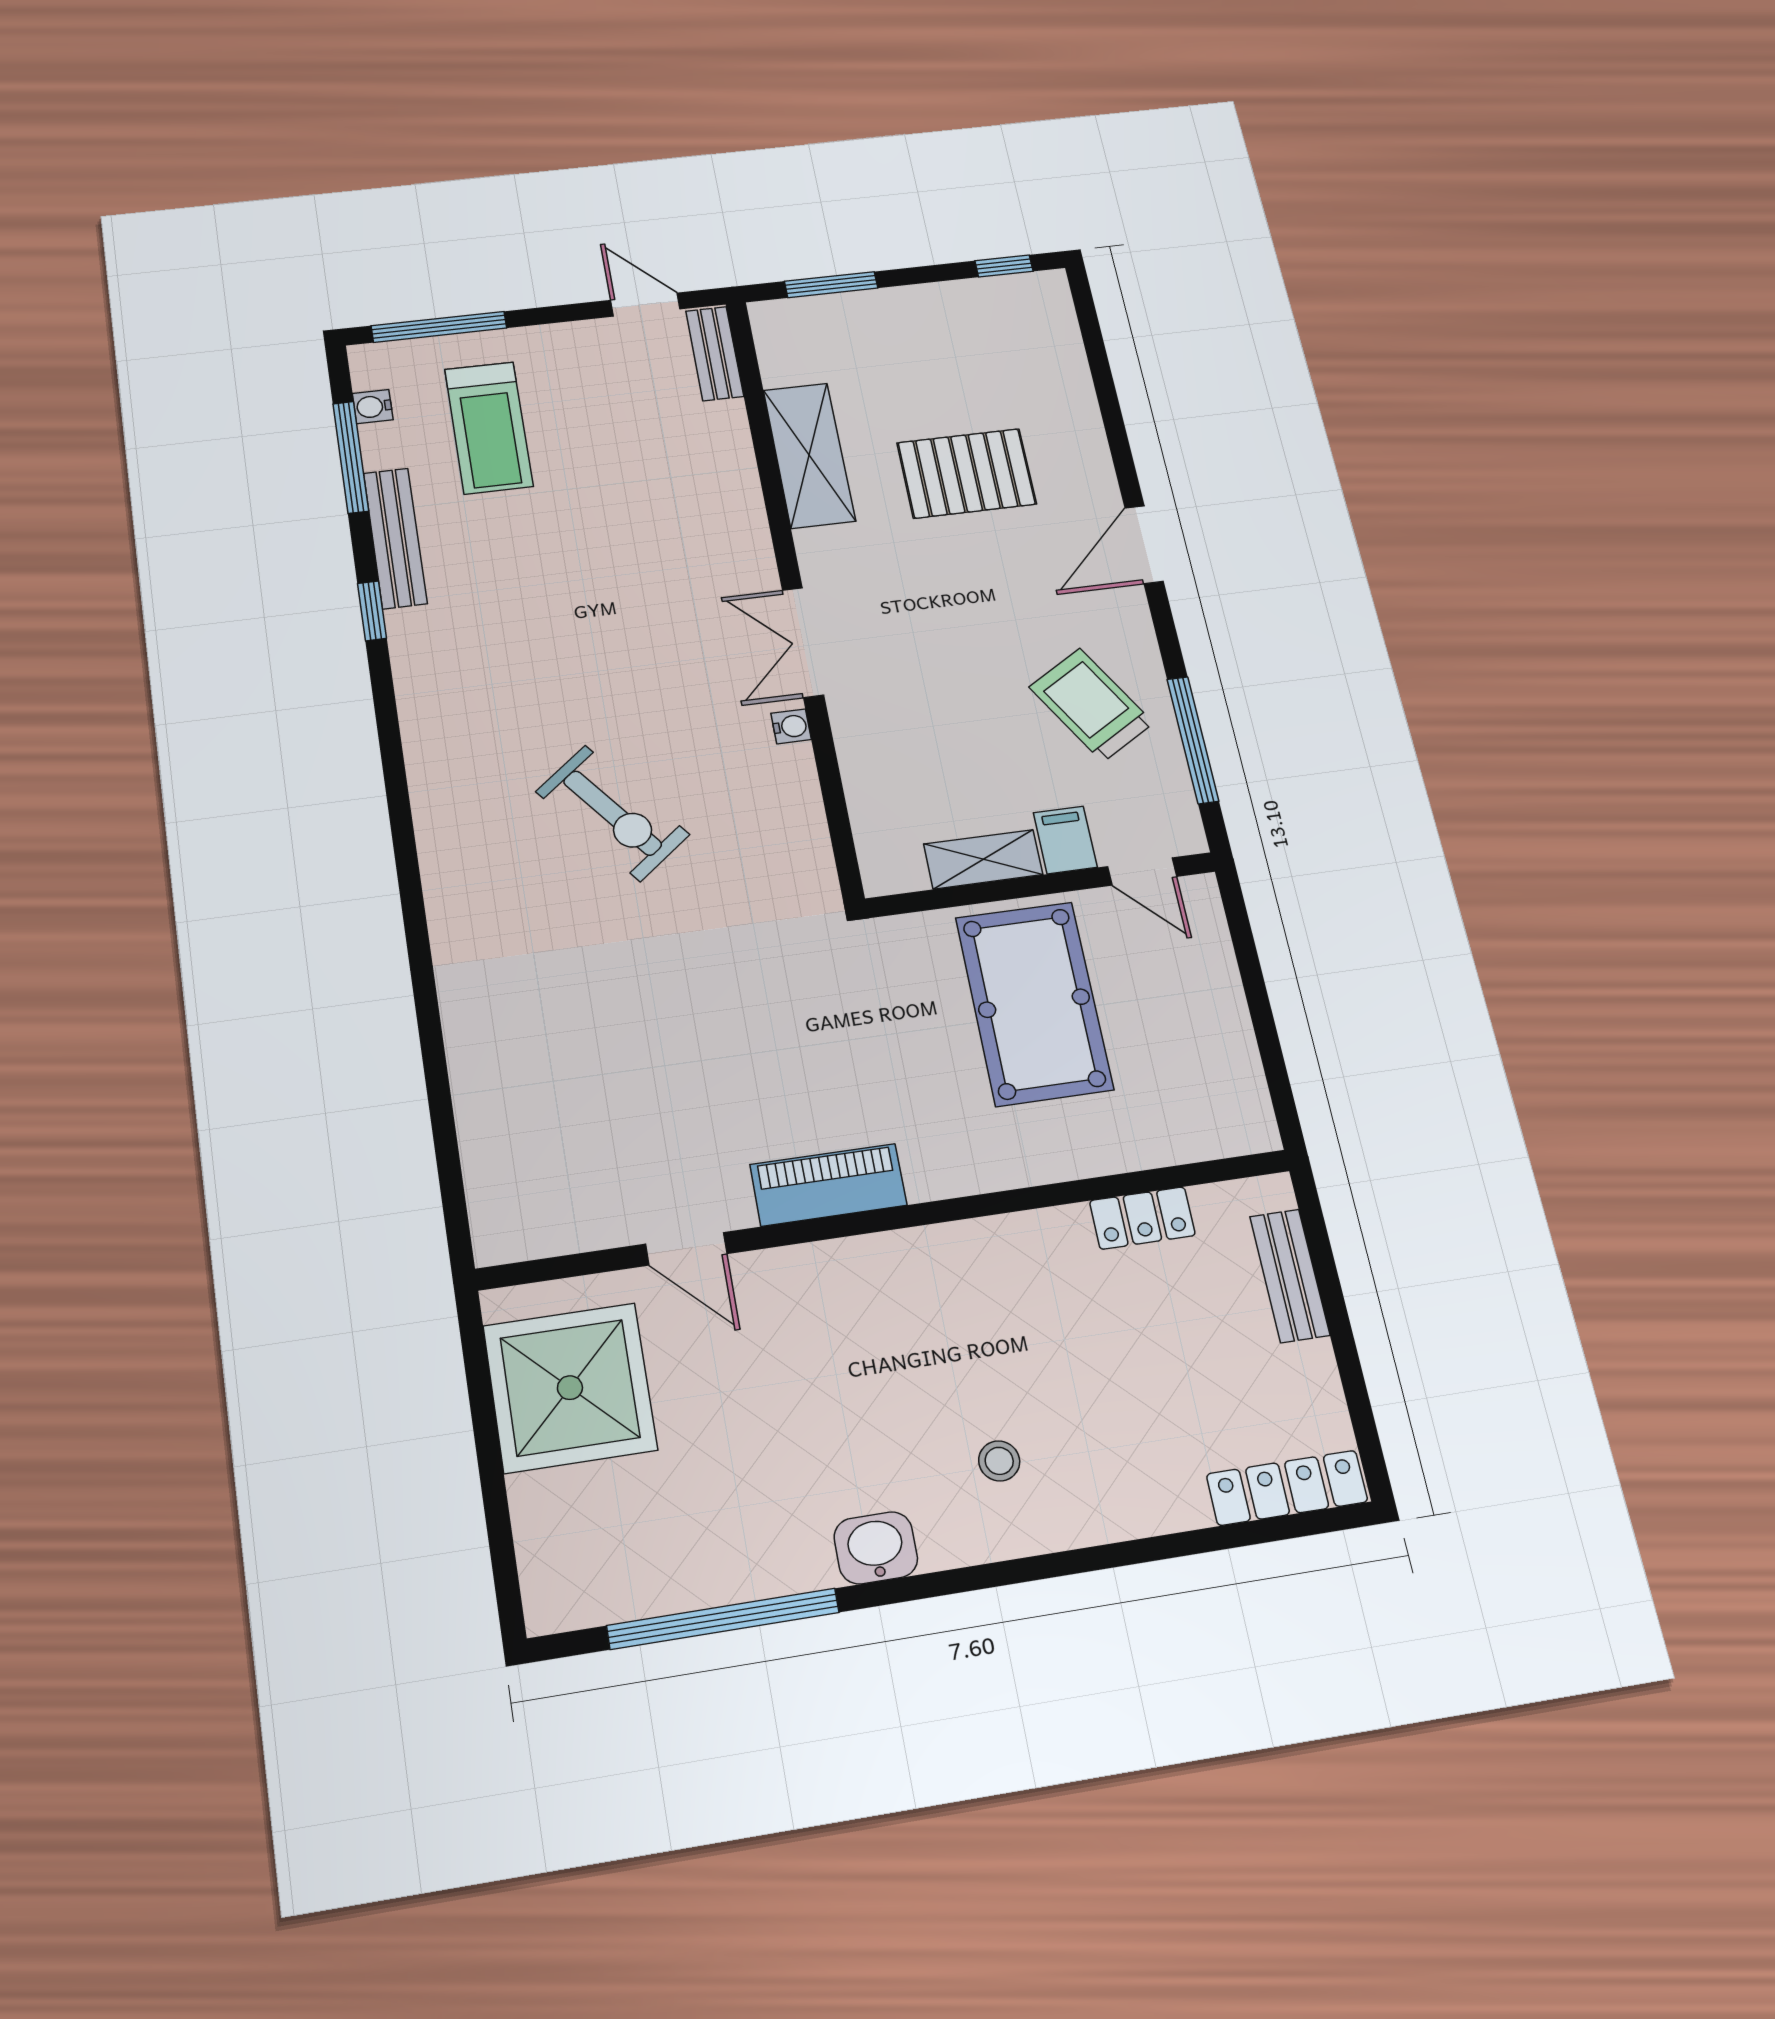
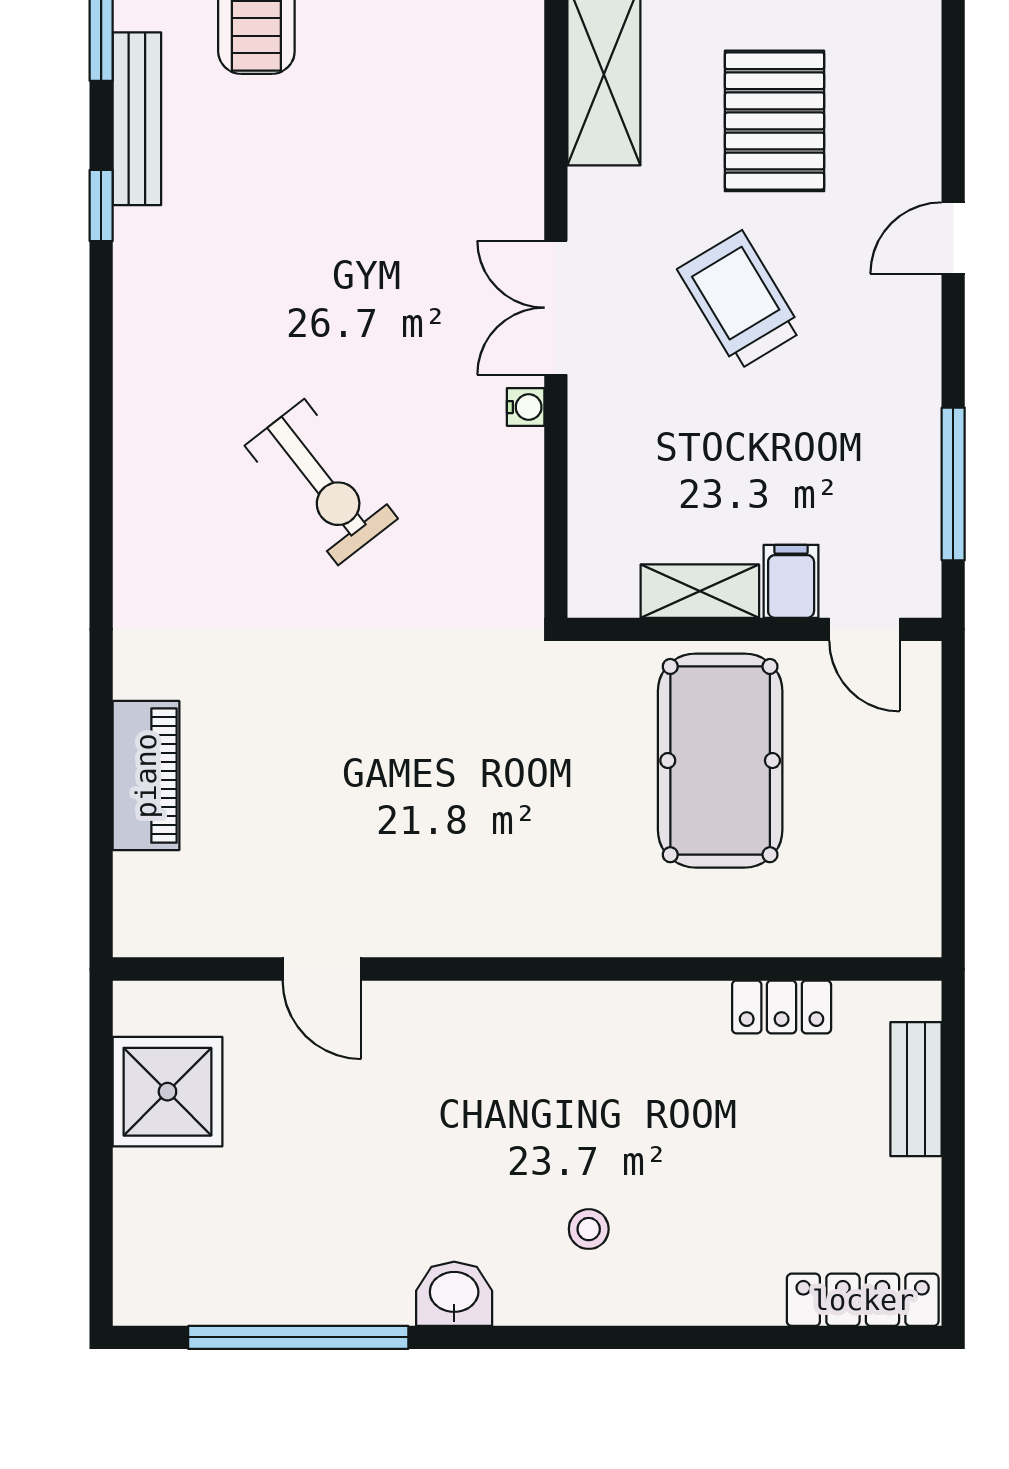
pallet: (967, 473) -> (775, 121), turned 90
door: (1144, 545) -> (953, 238), width x0.73
trolley: (1091, 705) -> (740, 300), moved
piano: (828, 1185) -> (146, 776), moved, turned 90
shower: (570, 1388) -> (167, 1092), width x0.73, depth x0.73

